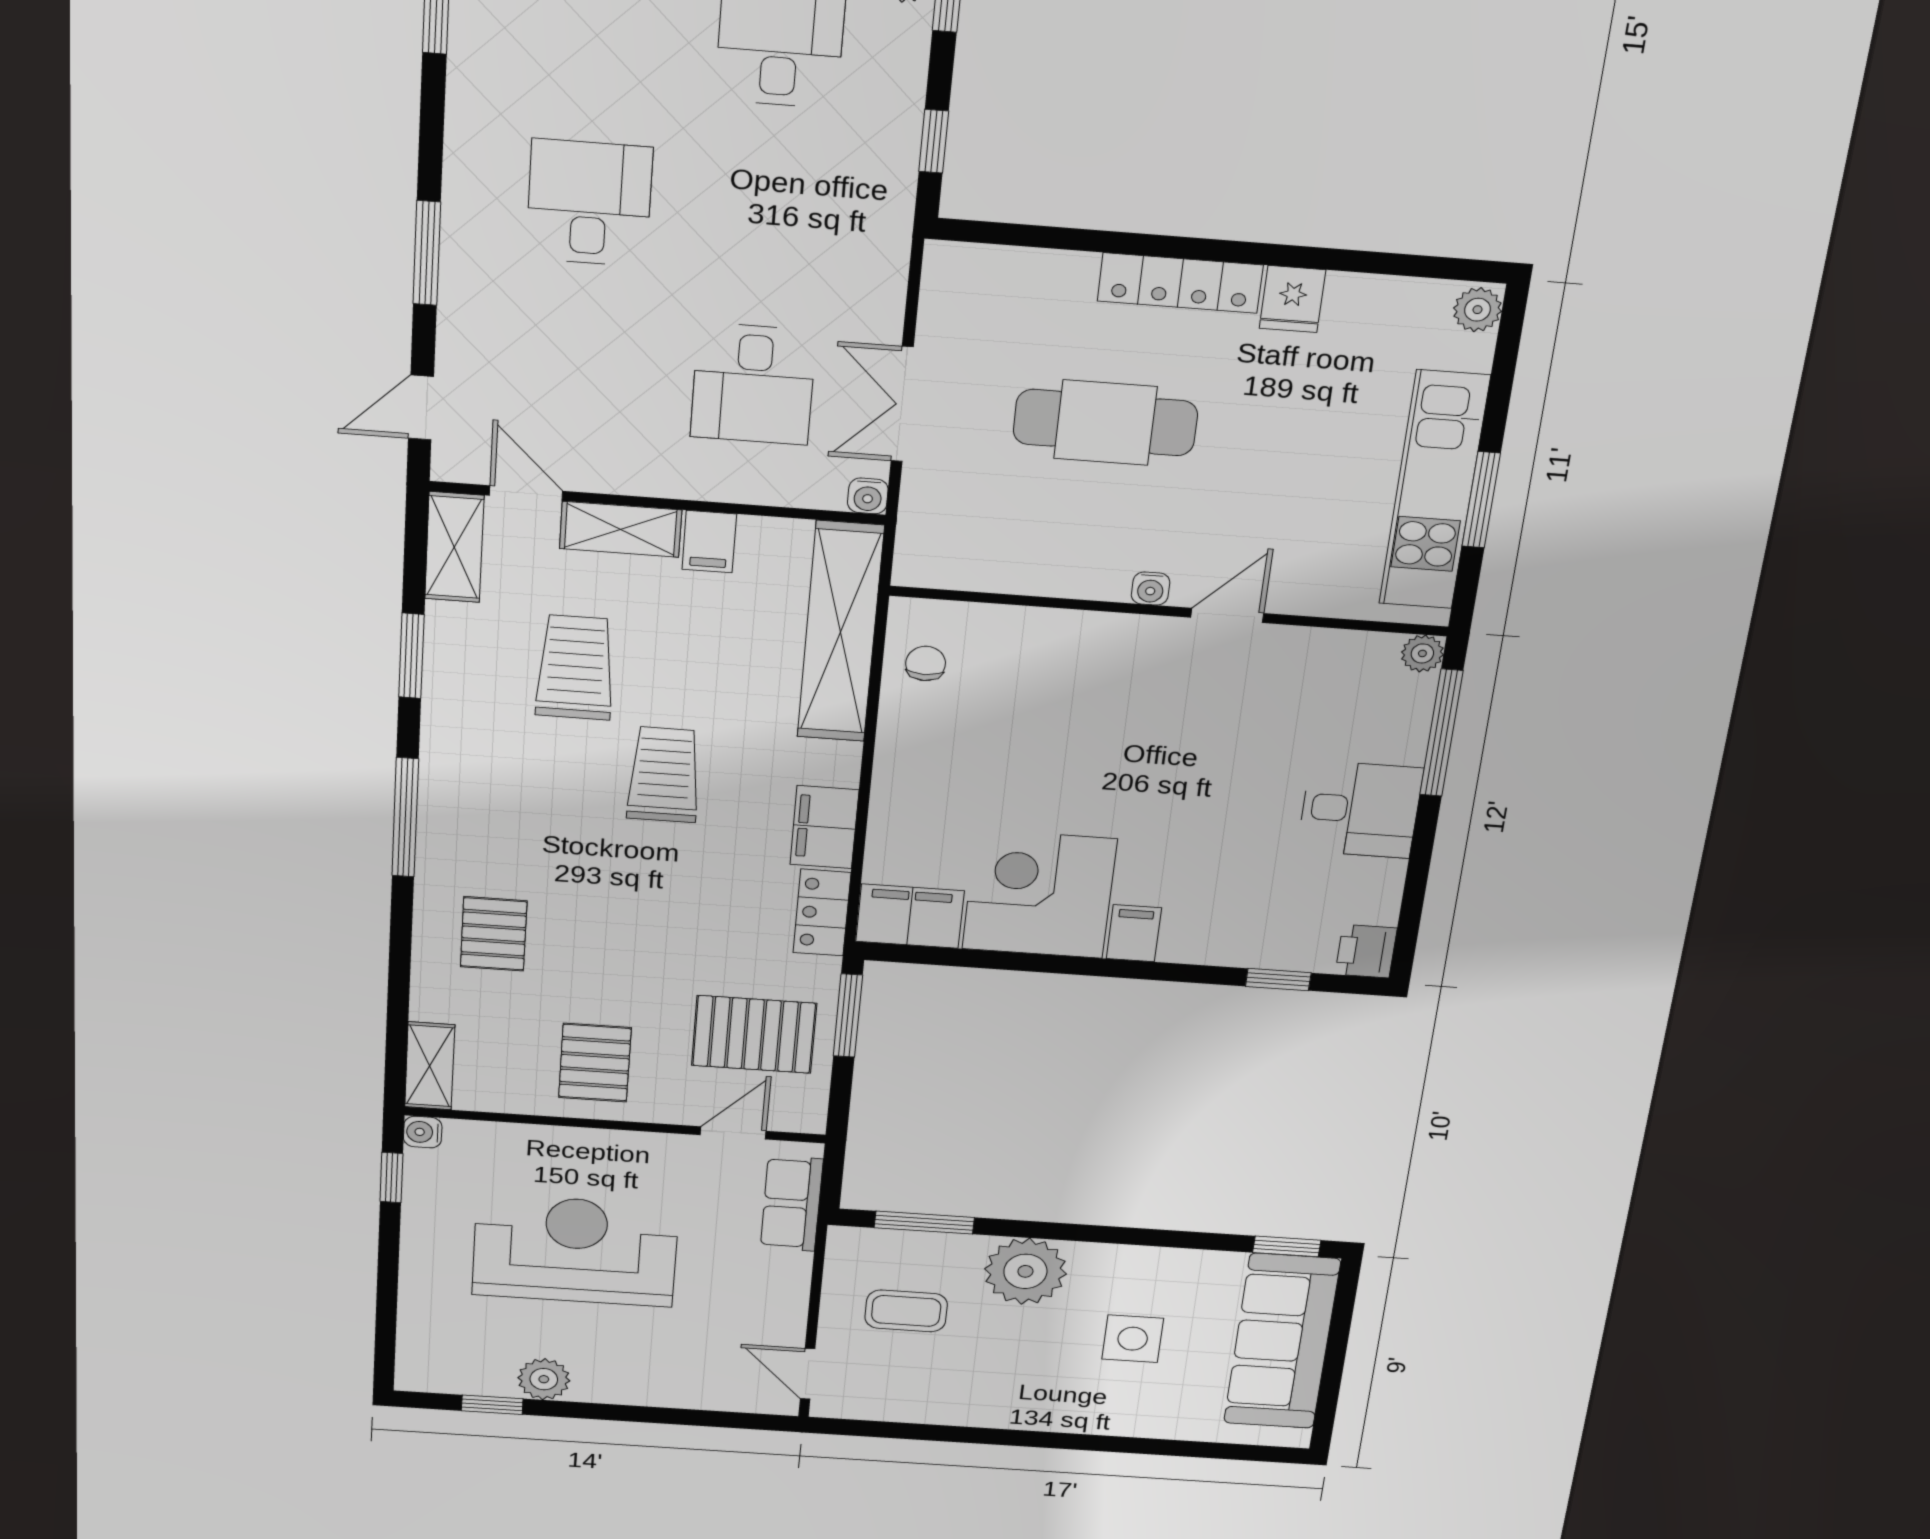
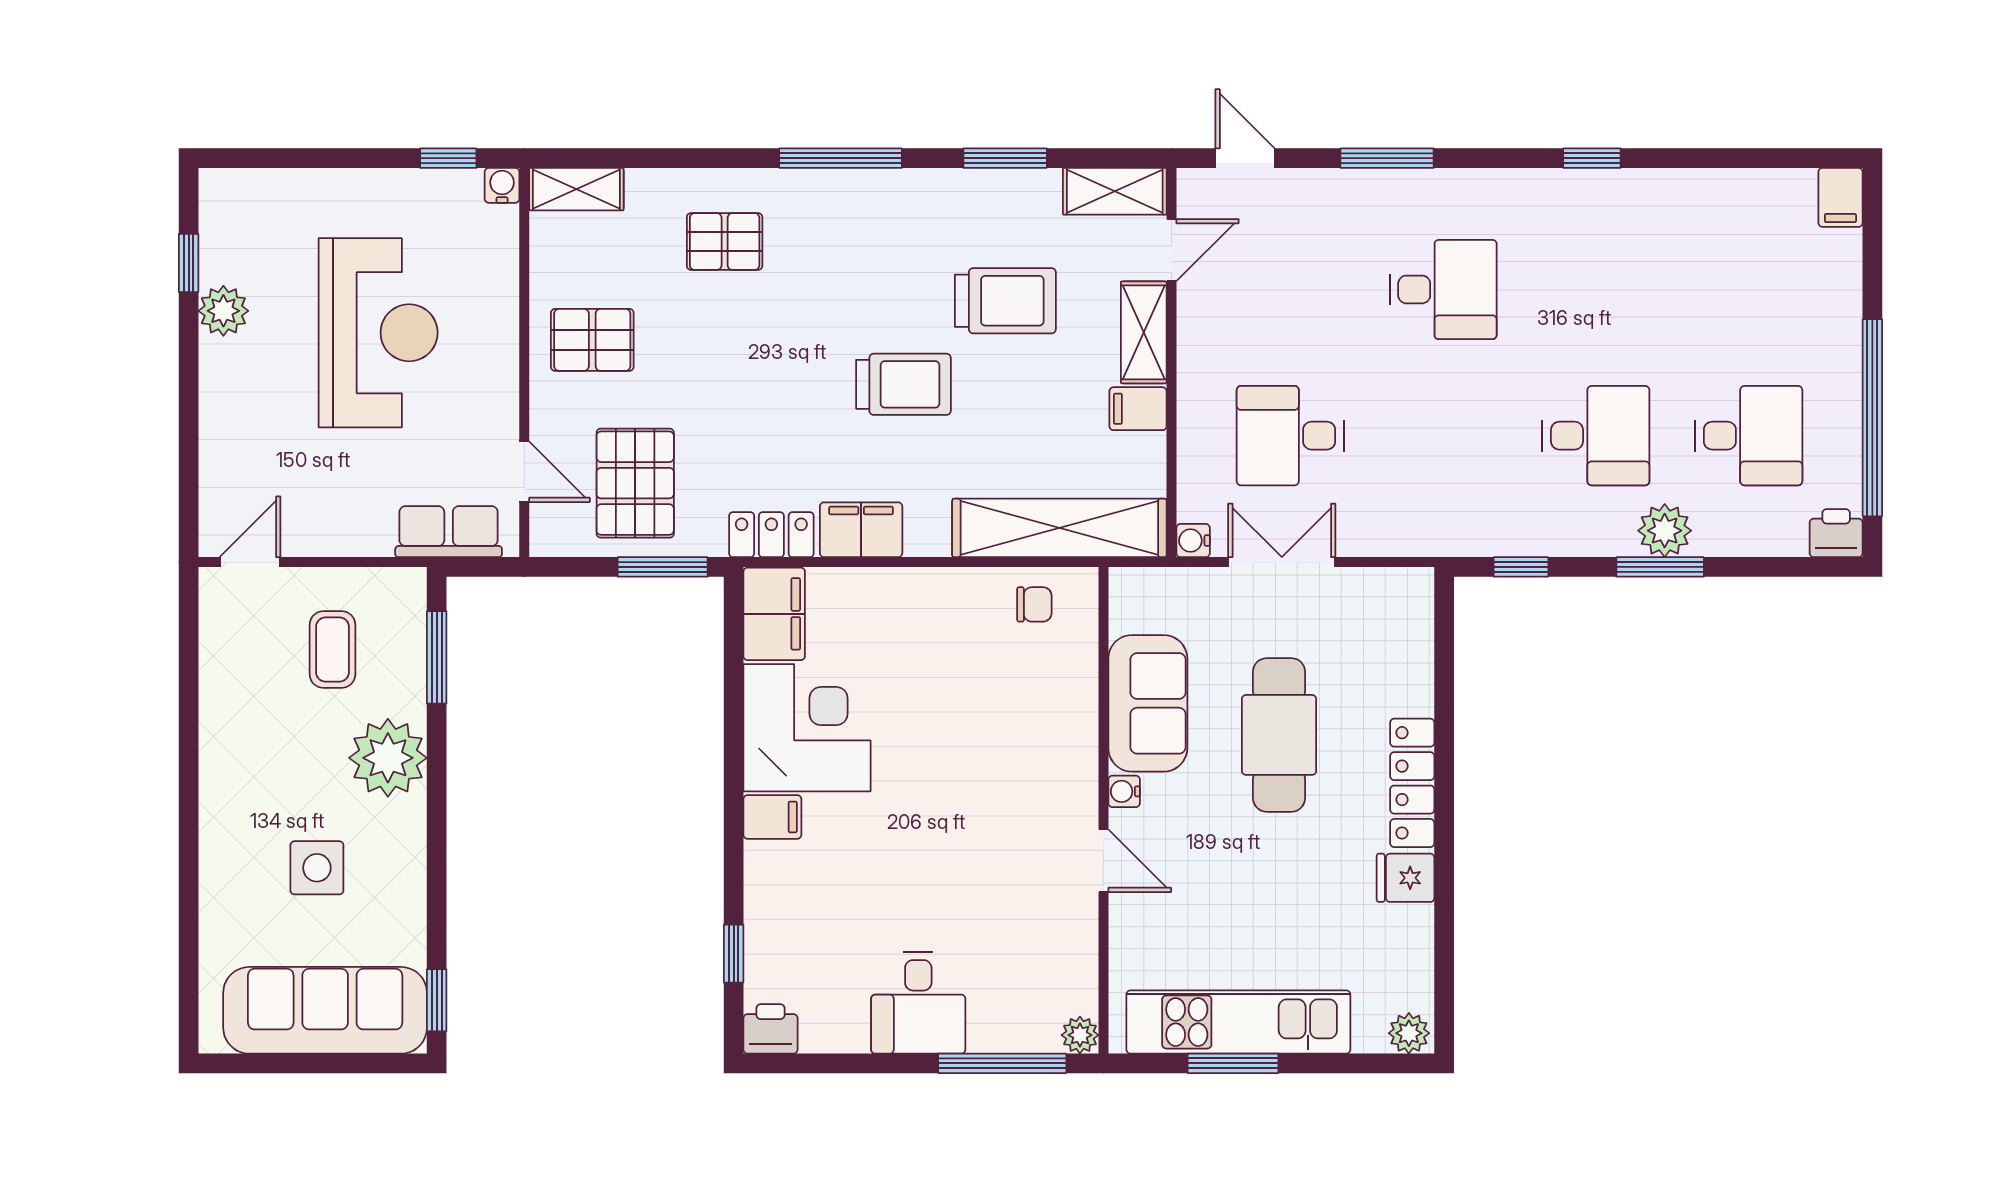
sofa: (1052, 557) -> (1148, 703), added

